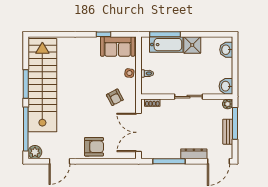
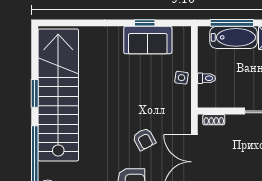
sofa: (118, 46) -> (148, 40), moved
window: (26, 84) -> (35, 93), width x0.69
armchair: (115, 97) -> (144, 139), moved

